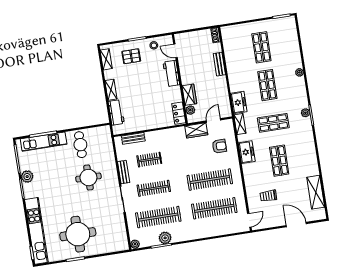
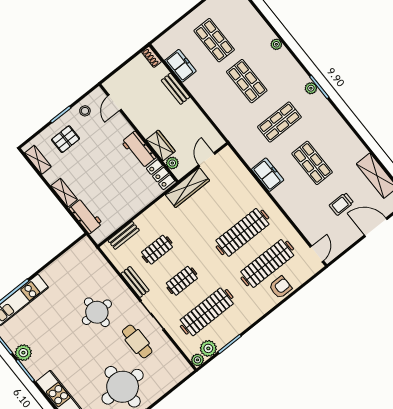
door: (175, 51) -> (114, 103), hinge flipped
workbench: (171, 73) -> (139, 150), moved
freezer: (239, 102) -> (180, 66), moved
shelving: (240, 124) -> (241, 146), removed
wardrobe: (196, 130) -> (187, 188), width x1.50
cafe table: (80, 145) -> (137, 341), moved
armchair: (219, 146) -> (280, 287), moved
clothes rail: (154, 188) -> (182, 281), width x0.73
trolley: (268, 196) -> (341, 204), moved
plant: (165, 238) -> (208, 348), moved

